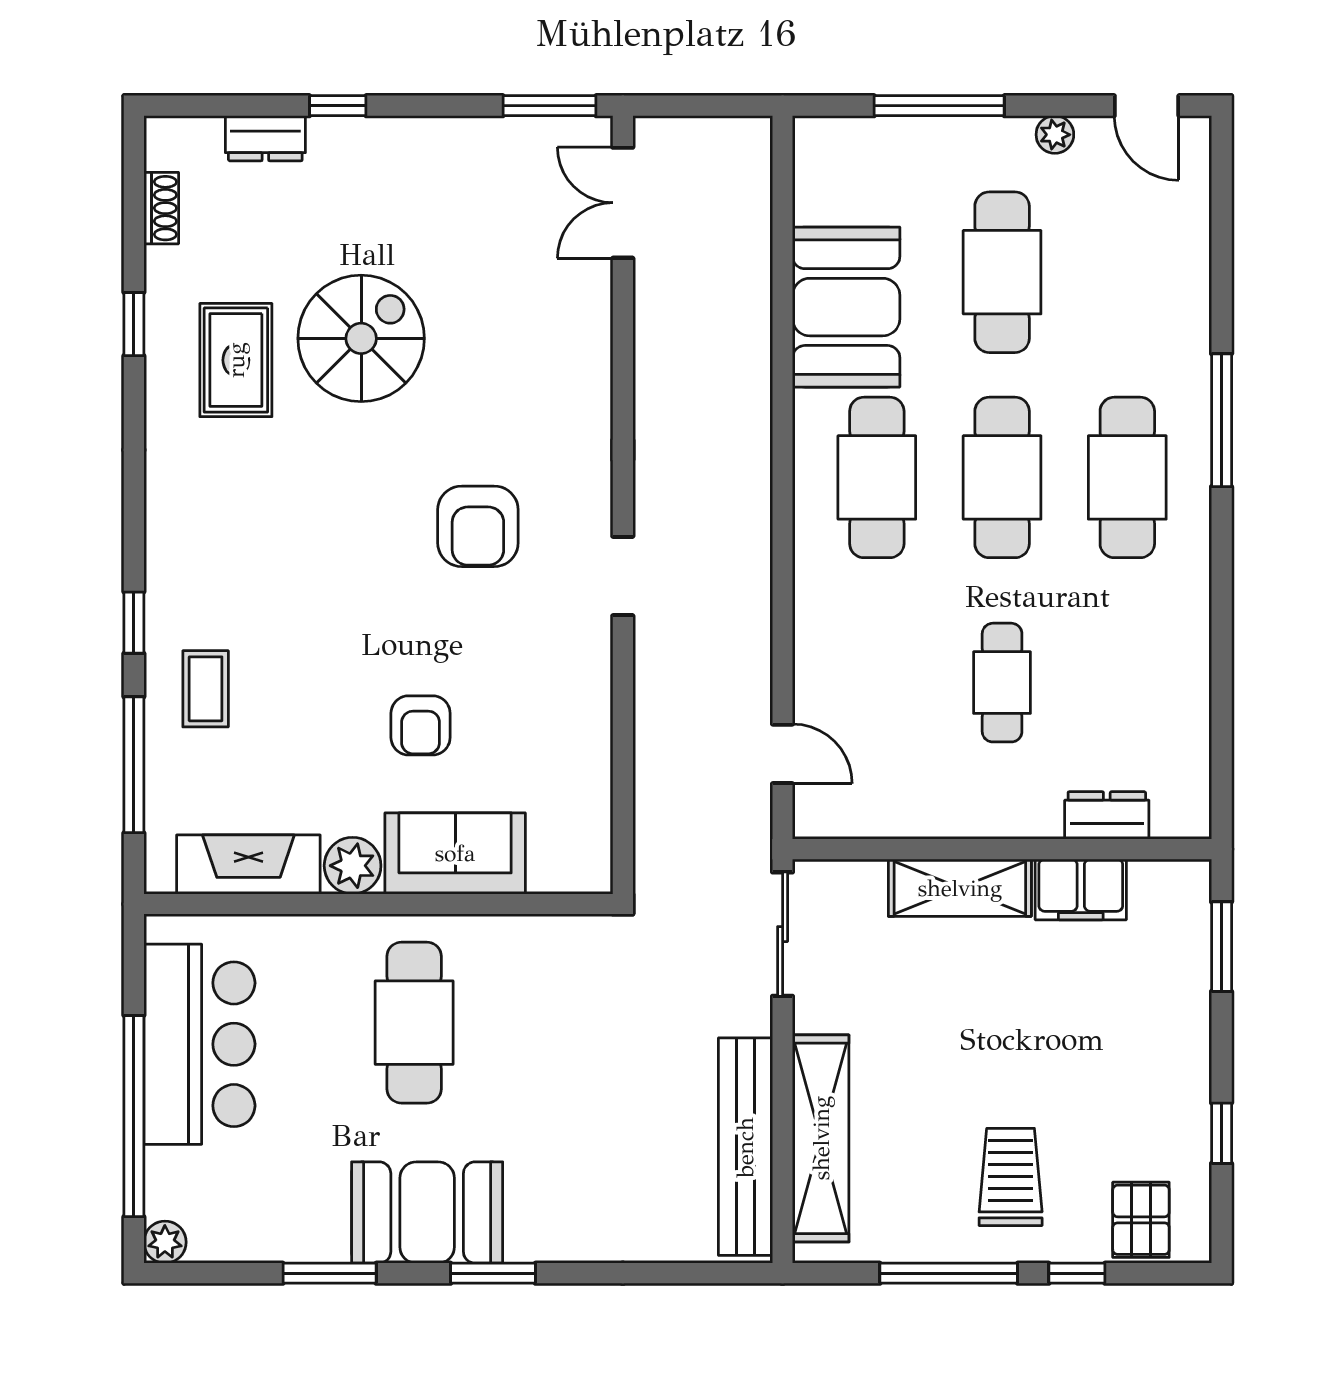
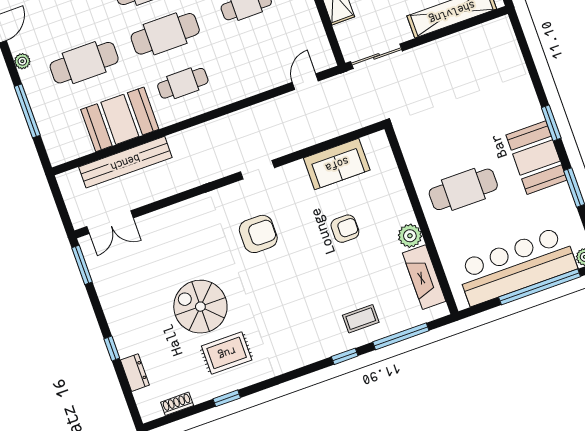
cafe table: (877, 477) -> (183, 83), width x0.73, depth x0.74
sofa: (455, 853) -> (337, 164), moved, turned -90
bar counter: (199, 1044) -> (516, 266), width x1.36
bench: (745, 1147) -> (125, 162), moved

